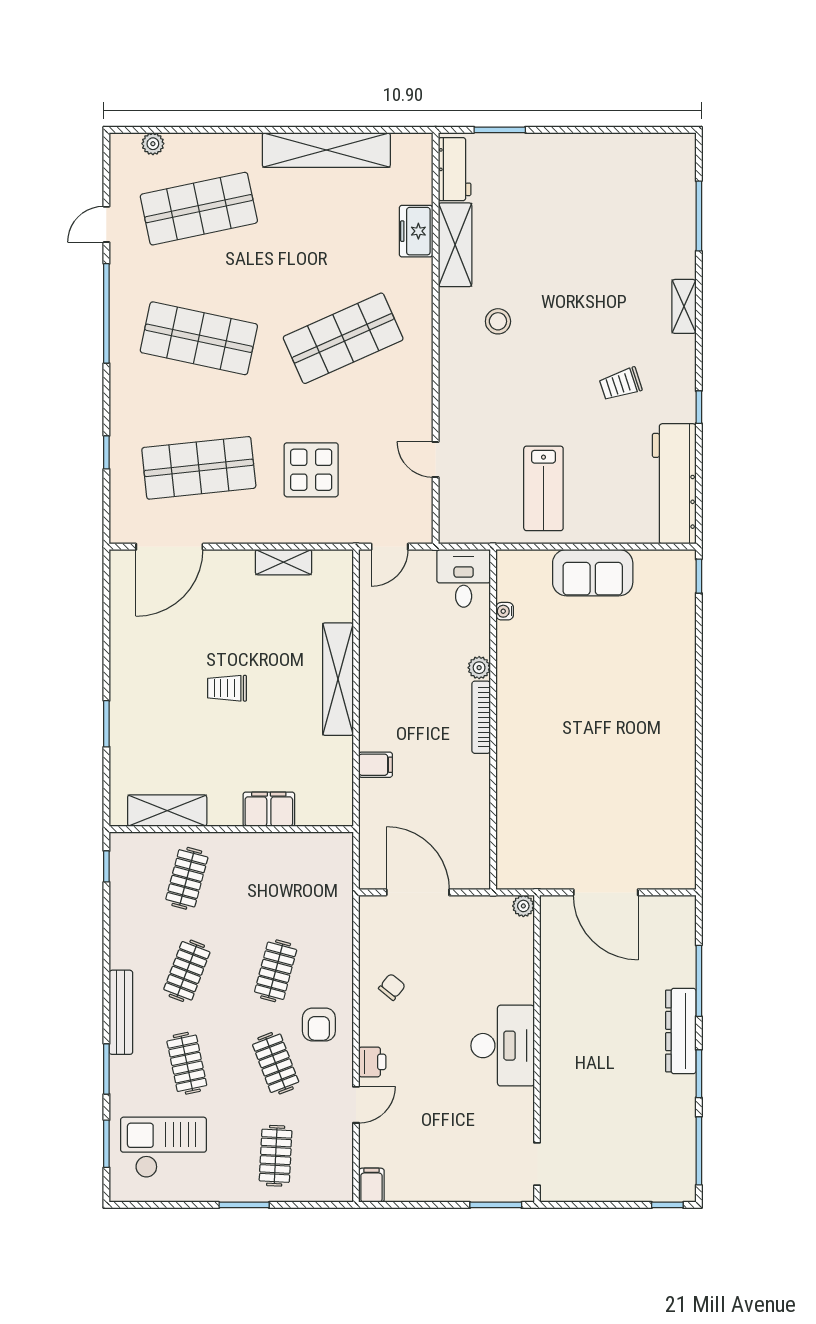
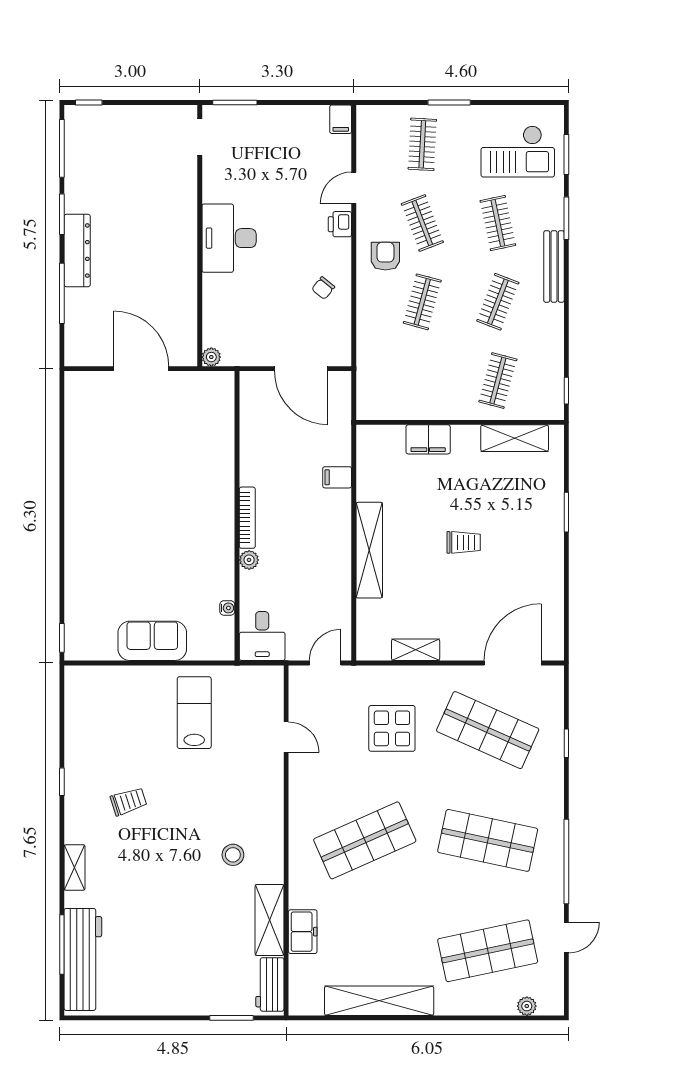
shop shelf: (199, 468) -> (488, 730), turned 30
workbench: (674, 484) -> (83, 959), moved

